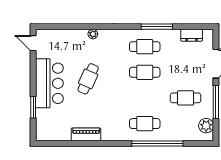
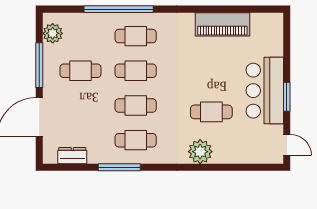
plant: (93, 34) -> (200, 152), width x1.88, depth x1.88
cafe table: (88, 79) -> (211, 112), moved, turned 66
cafe table: (145, 98) -> (136, 71), added
window: (33, 107) -> (287, 97), moved
piano: (86, 134) -> (222, 24), width x1.37, depth x1.33

